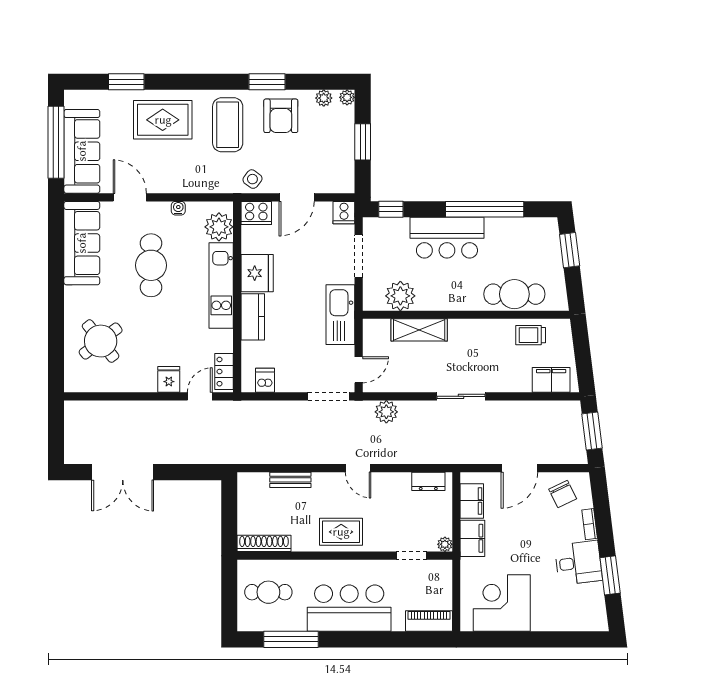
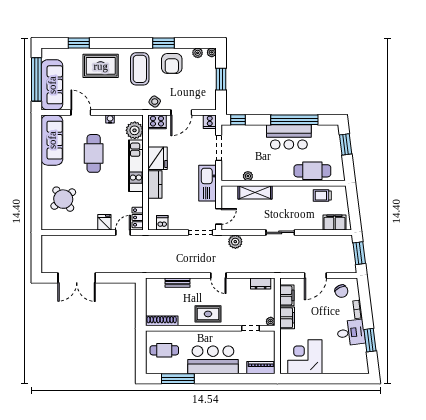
bar counter: (447, 238) -> (289, 137), moved
plant: (400, 296) -> (248, 176), width x0.53, depth x0.53

